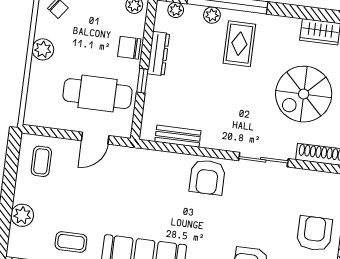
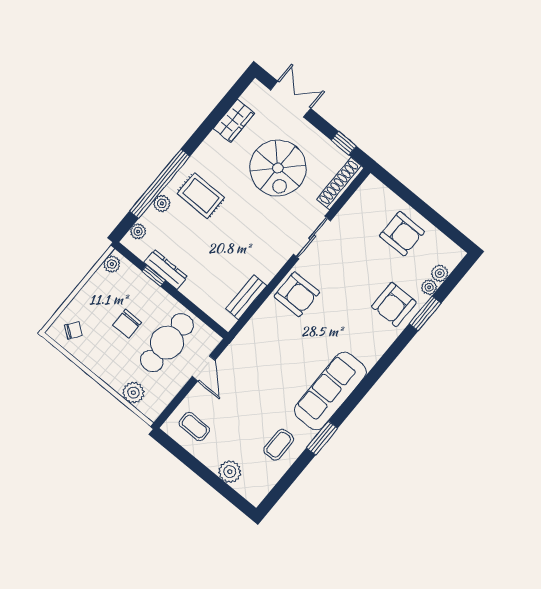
chair: (129, 48) -> (127, 324), moved
plant: (43, 49) -> (133, 393), moved
window: (142, 81) -> (154, 276), moved
armchair: (314, 233) -> (402, 234), turned 180

